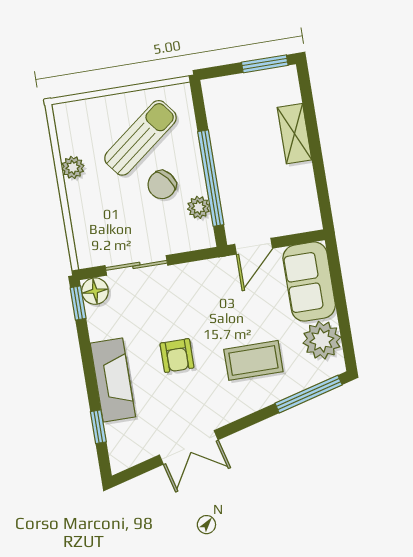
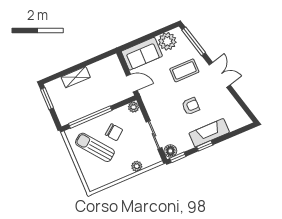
plant: (73, 167) -> (137, 166), moved
window: (211, 178) -> (90, 117), moved
plant: (199, 207) -> (134, 107), moved
coffee table: (253, 360) -> (184, 70), turned 90
window: (98, 427) -> (205, 146), moved
double door: (189, 447) -> (220, 75), moved

